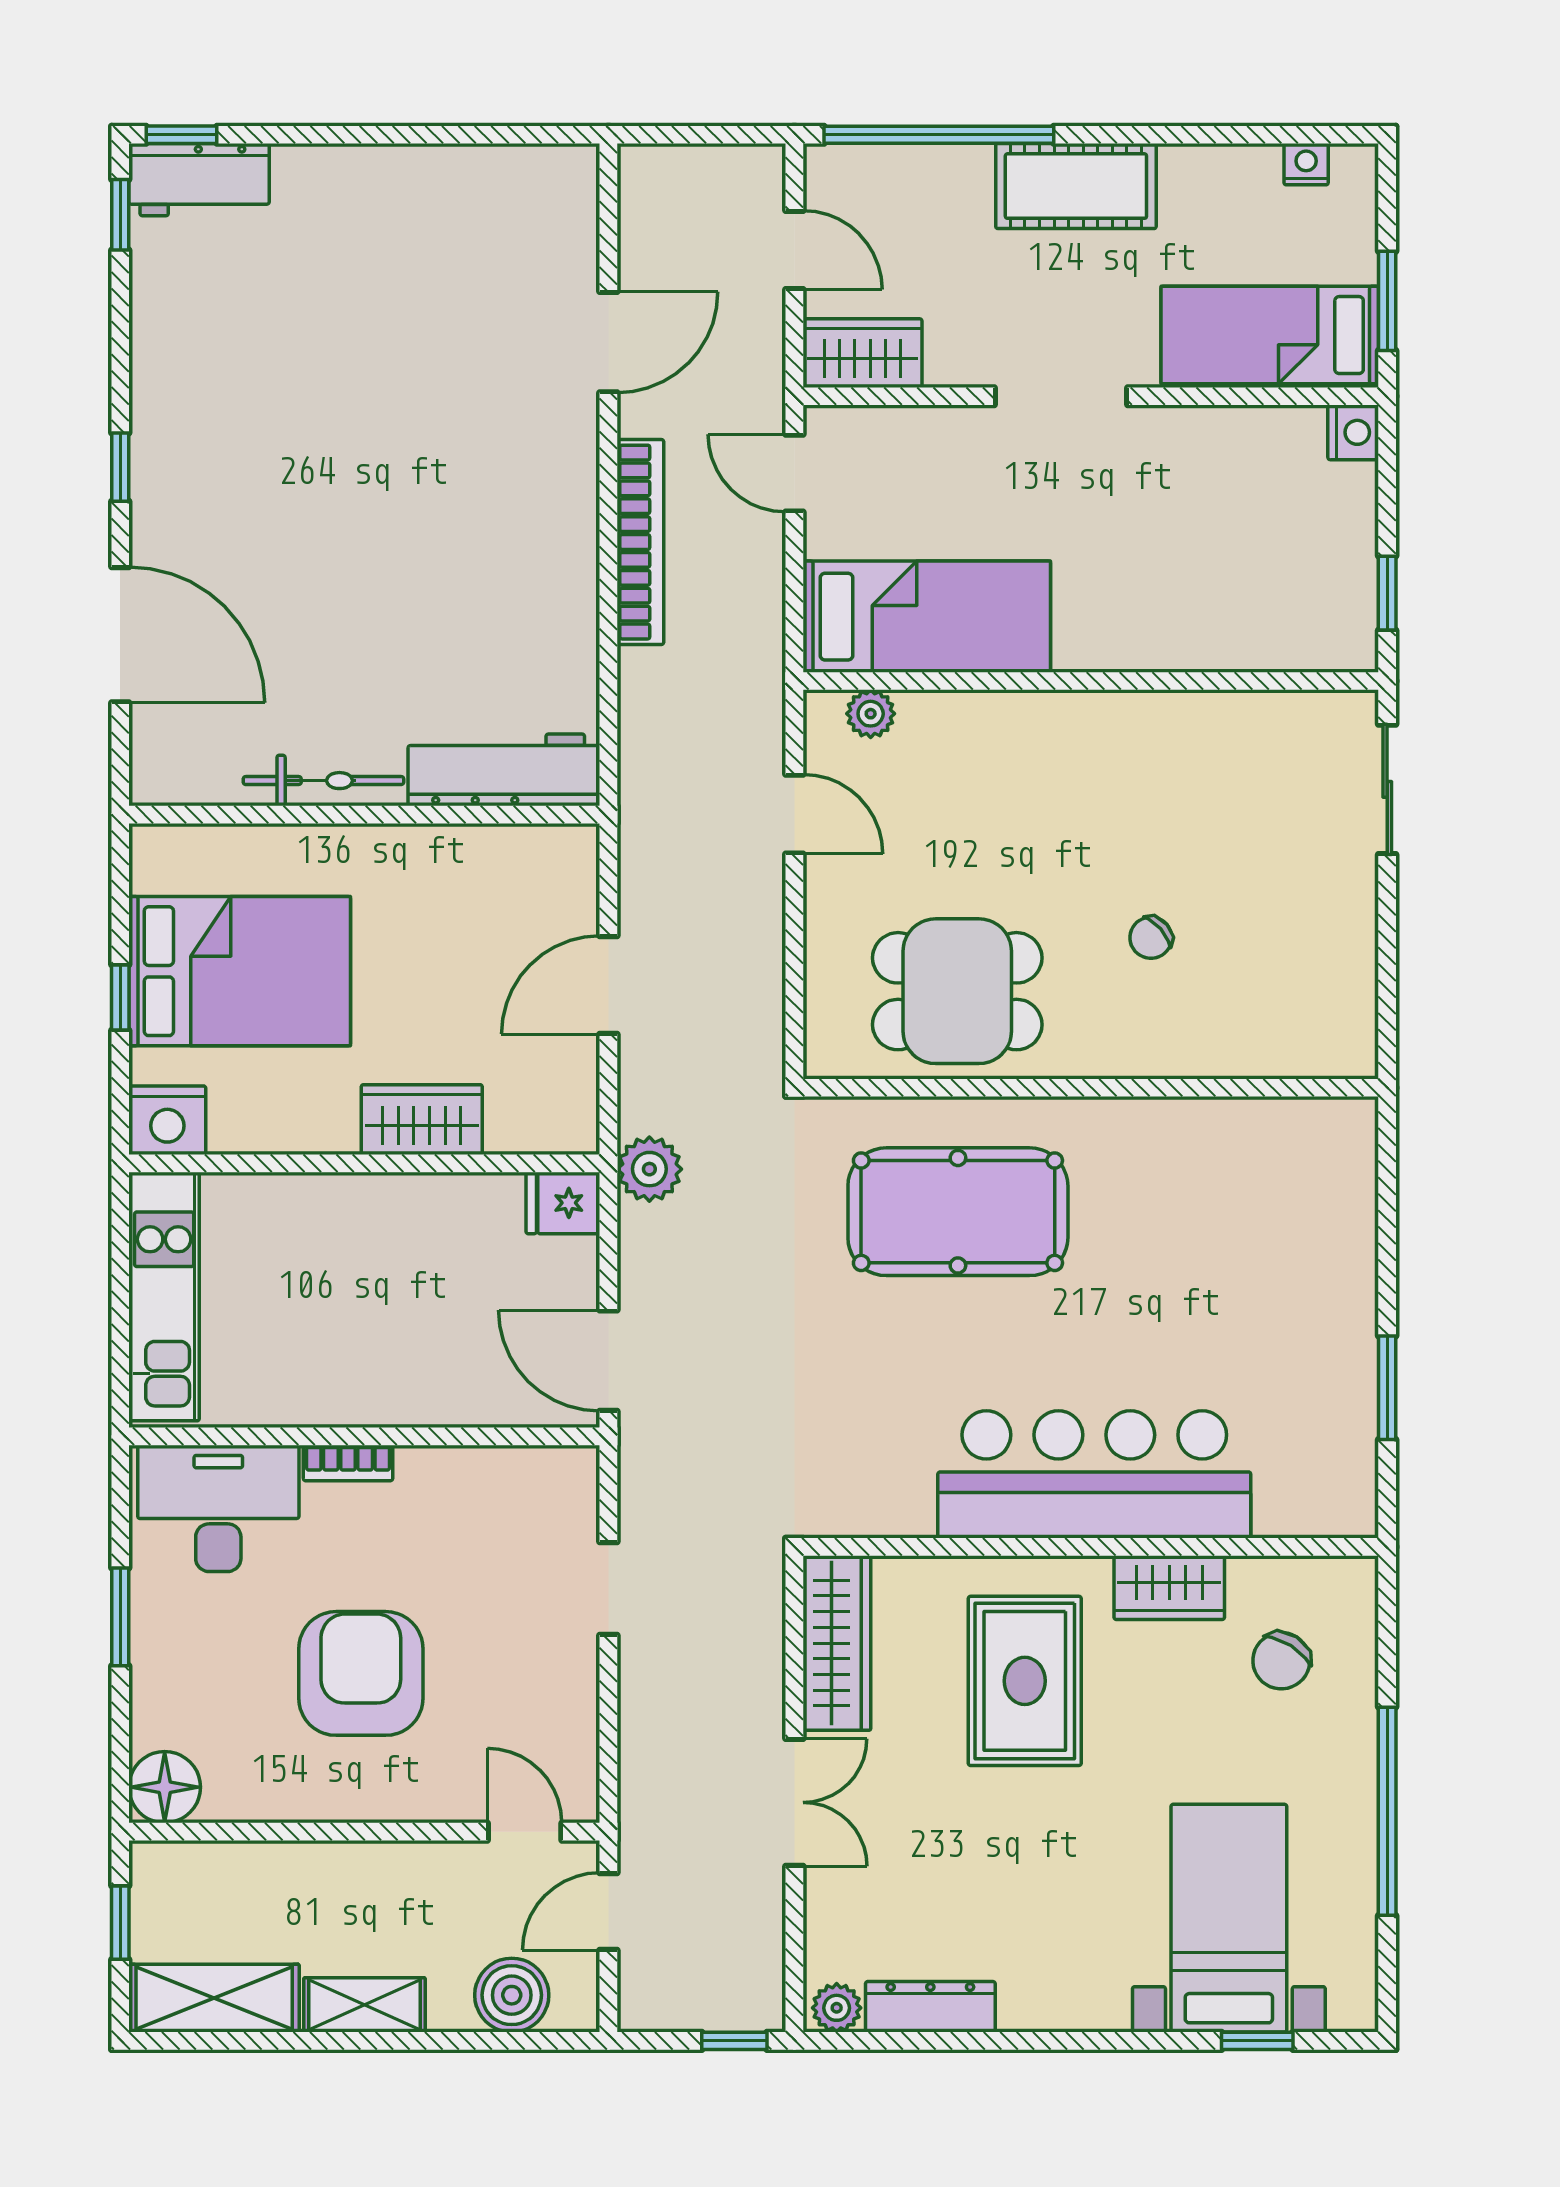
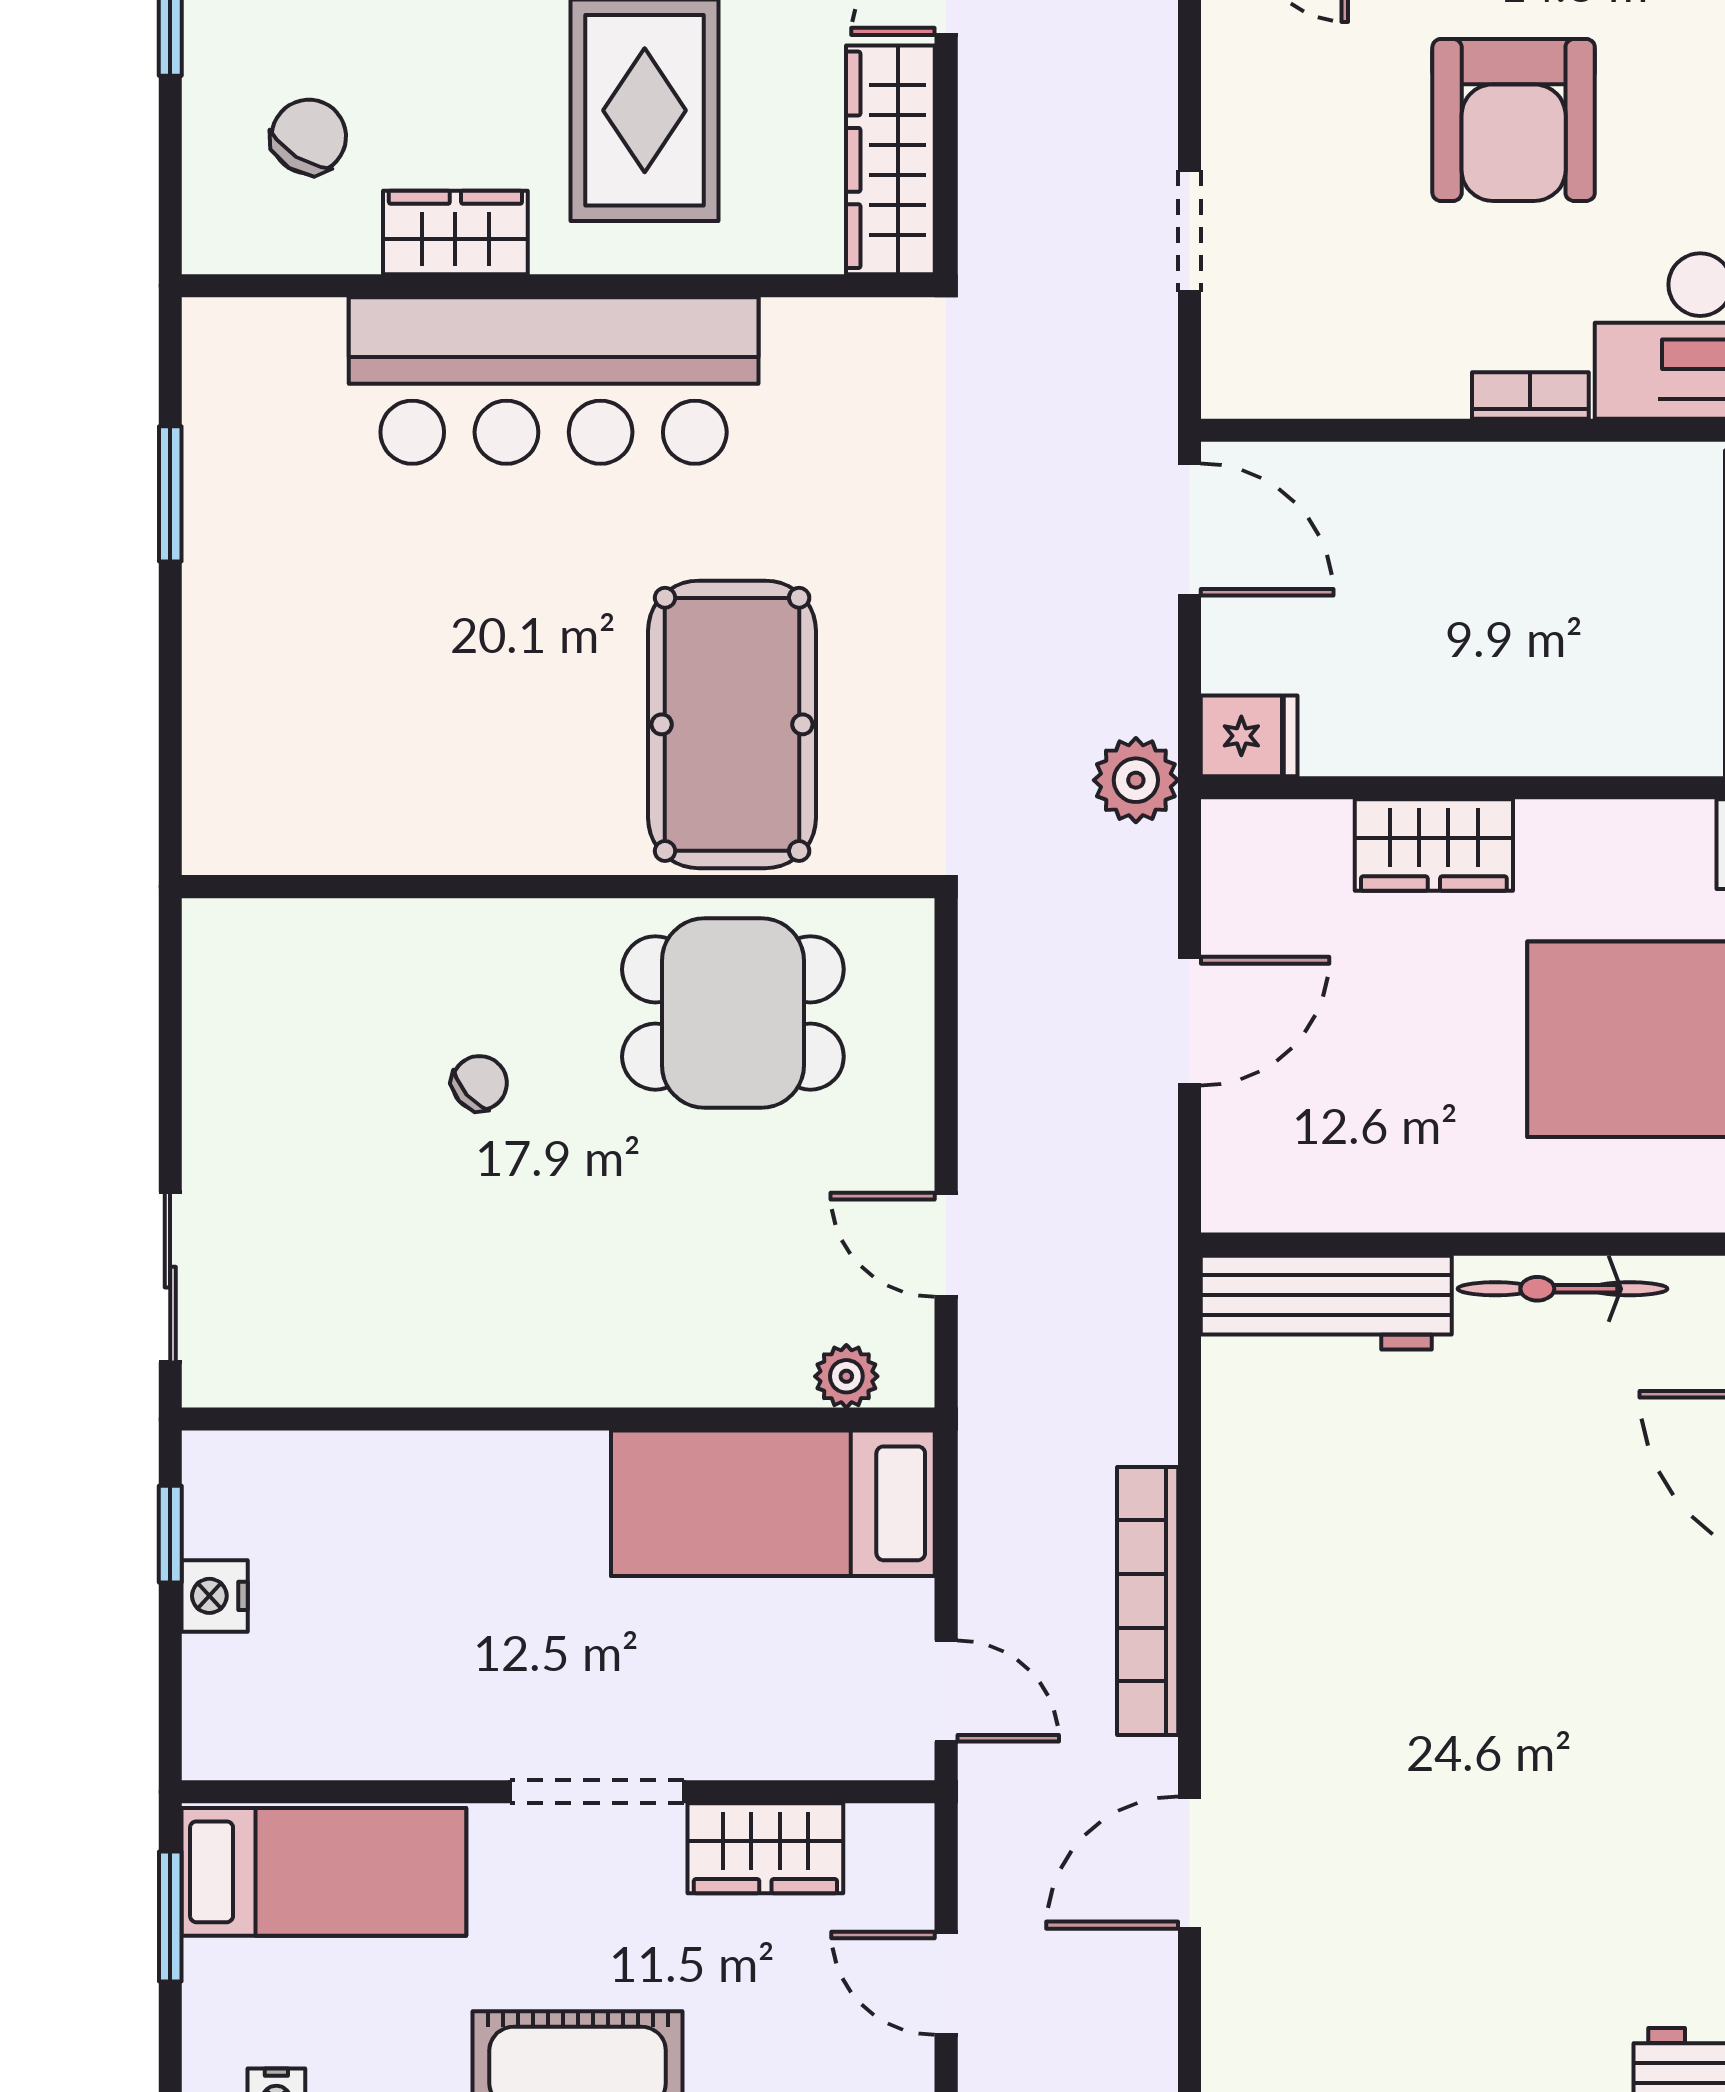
wardrobe: (862, 353) -> (765, 1848), moved
nightstand: (1353, 432) -> (215, 1596), moved
pool table: (958, 1212) -> (732, 724), turned 90

